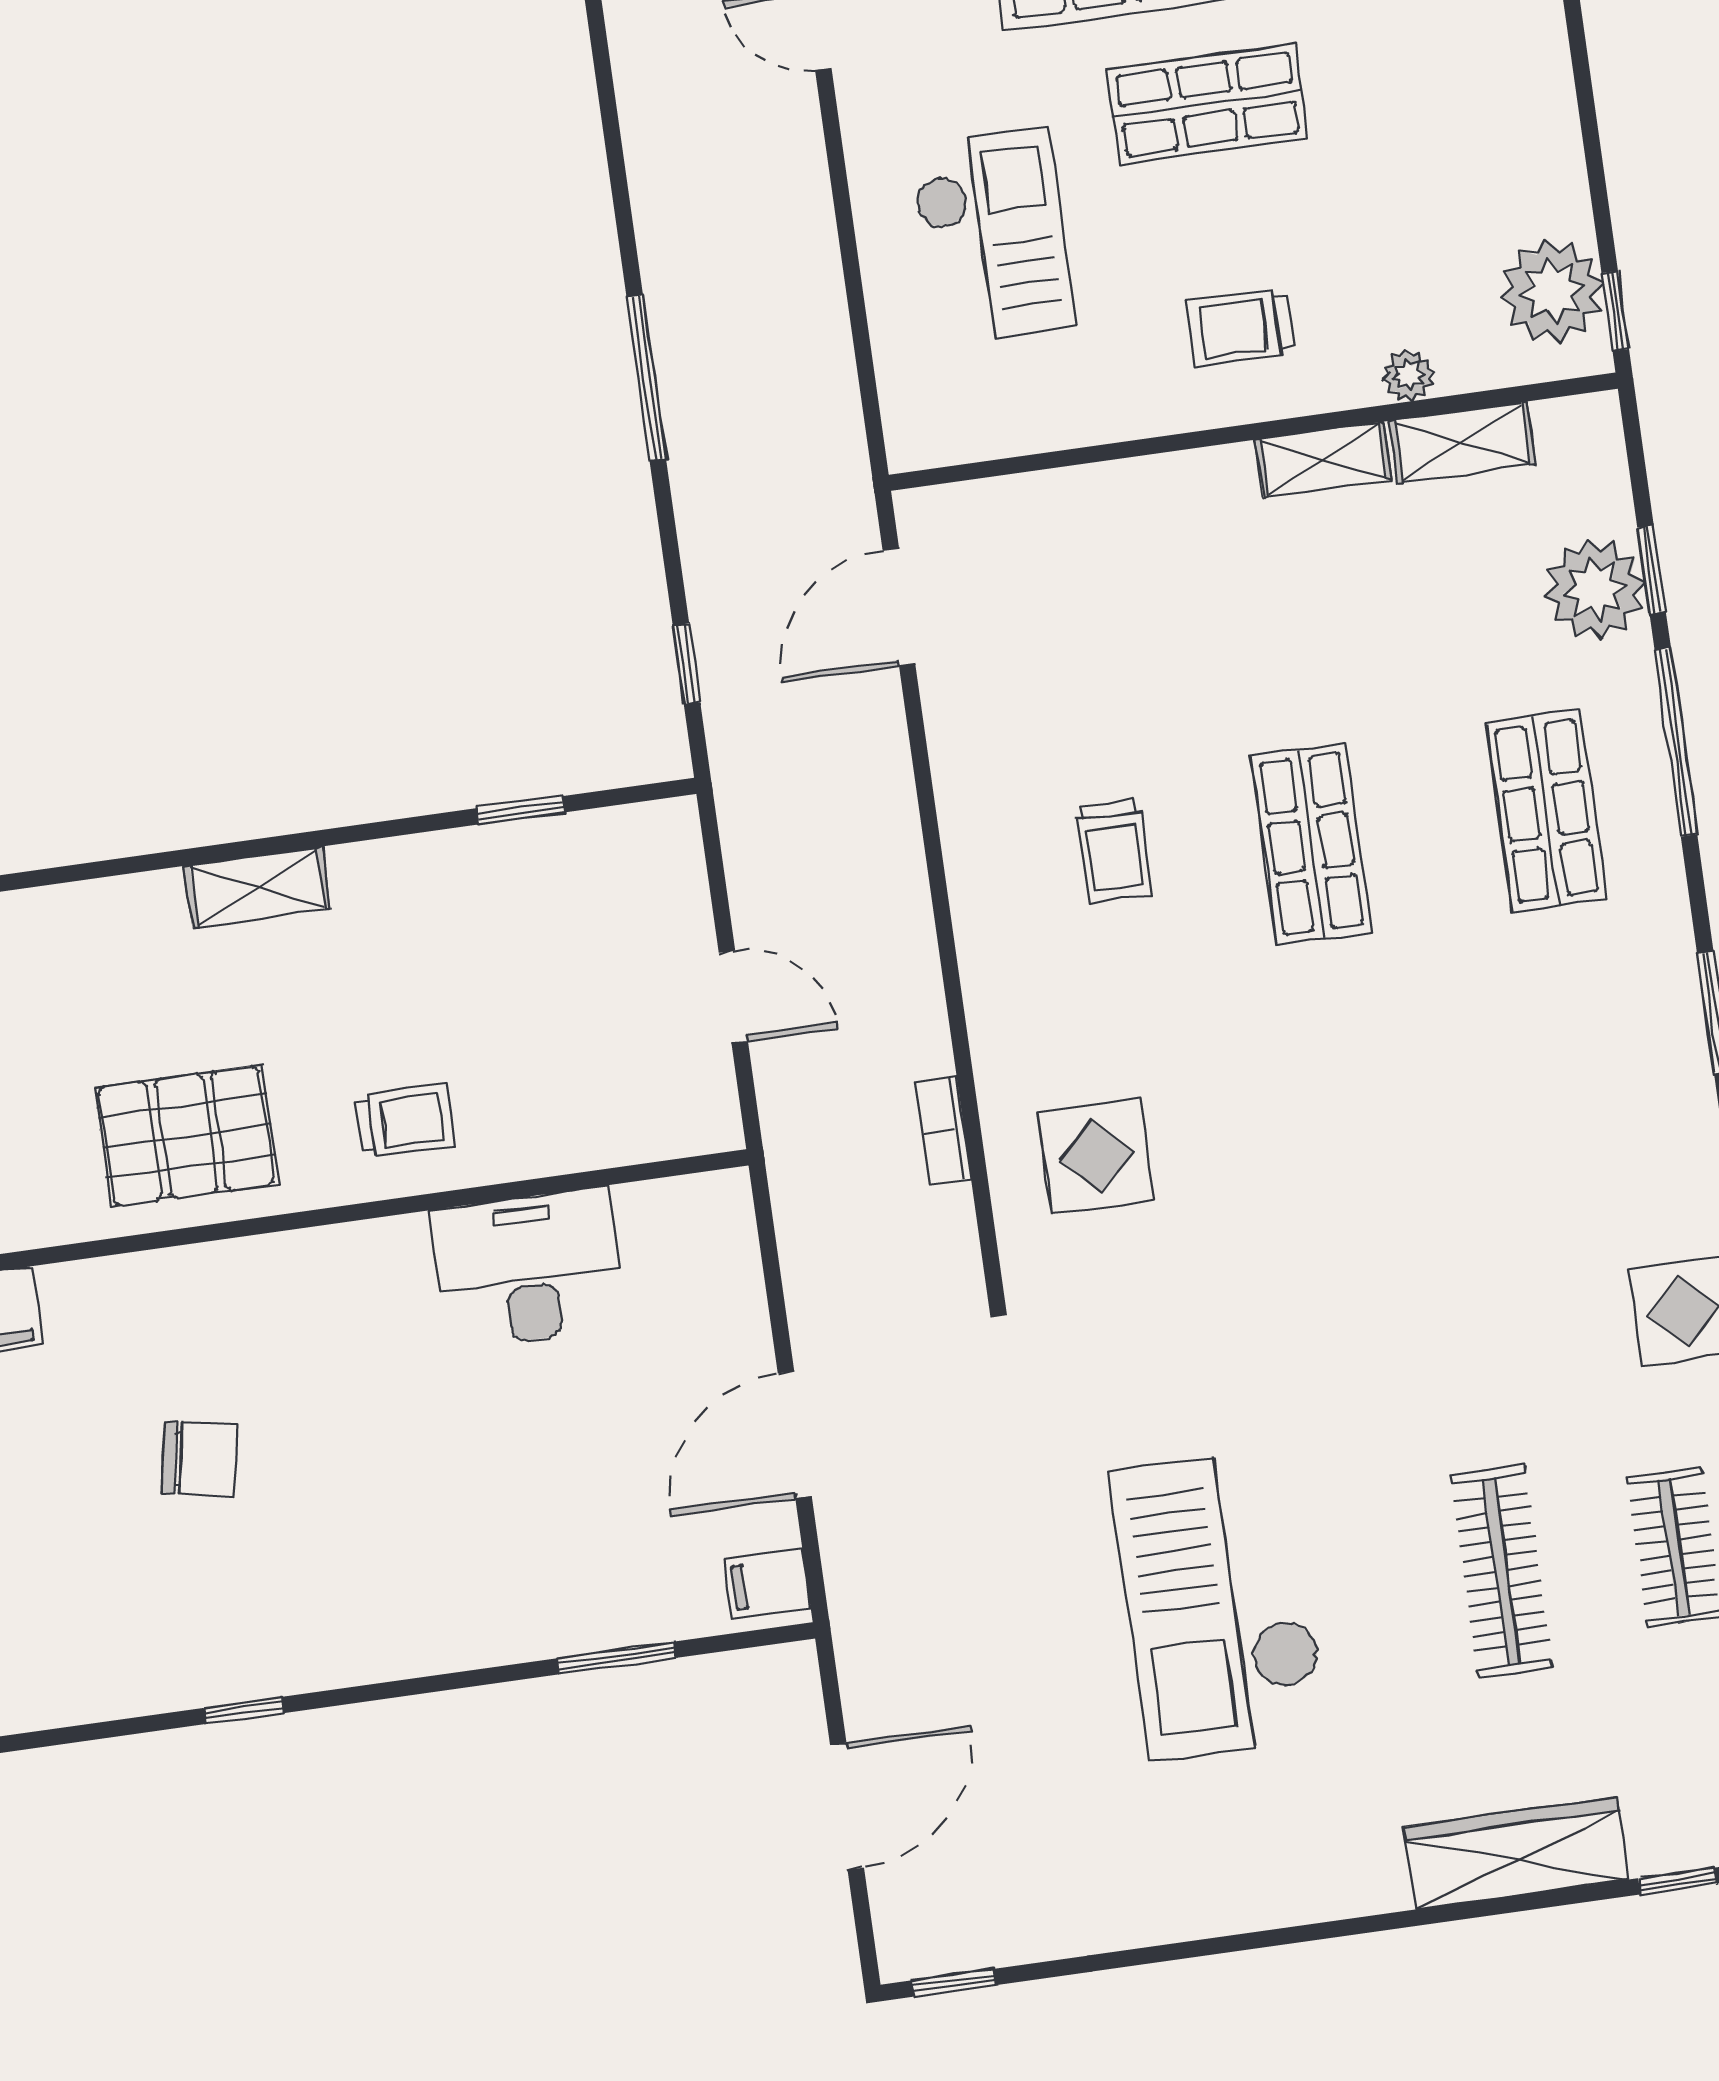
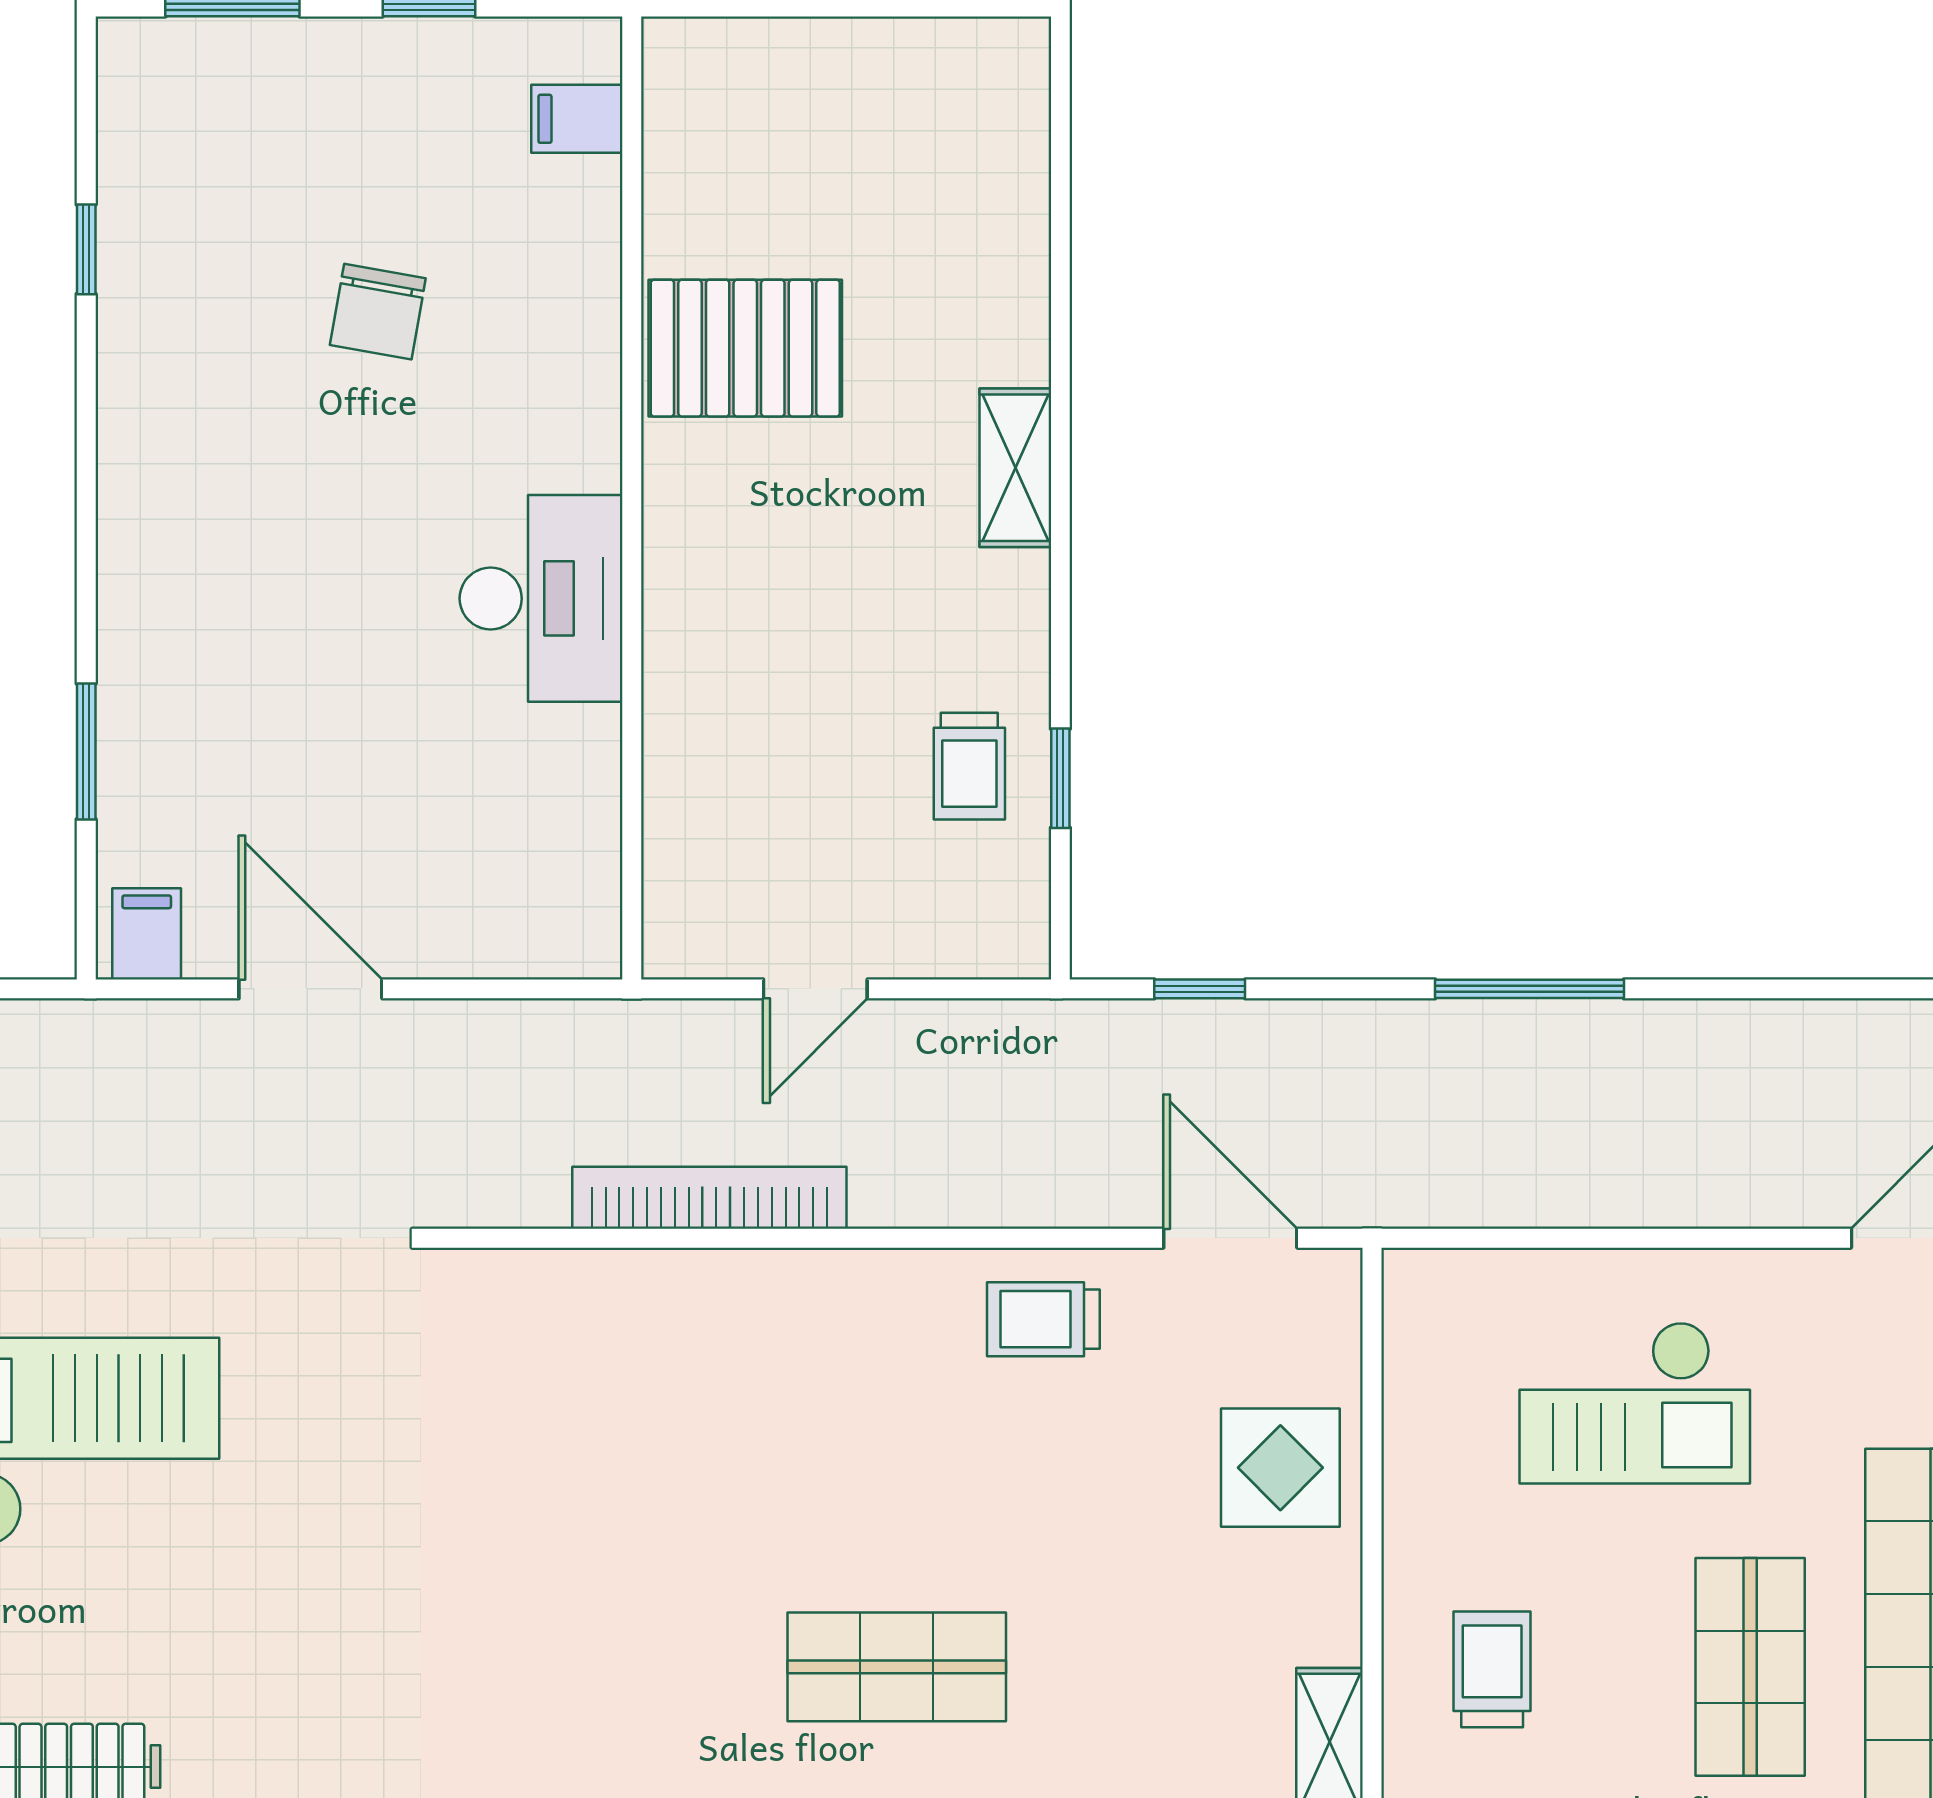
trolley: (1114, 851) -> (1043, 1319), moved
trolley: (405, 1121) -> (969, 766), moved
bookcase: (943, 1130) -> (709, 1198), width x2.31, depth x1.31
pallet: (186, 1136) -> (745, 348), turned 90
display table: (1097, 1156) -> (1280, 1468), moved
desk: (529, 1268) -> (541, 598), moved
window: (244, 1710) -> (86, 249), moved

